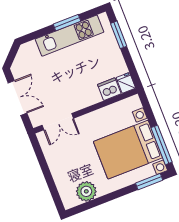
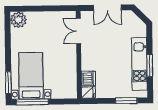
bed with nightstands: (128, 150) -> (31, 76), width x0.73
plant: (86, 191) -> (18, 20), moved

